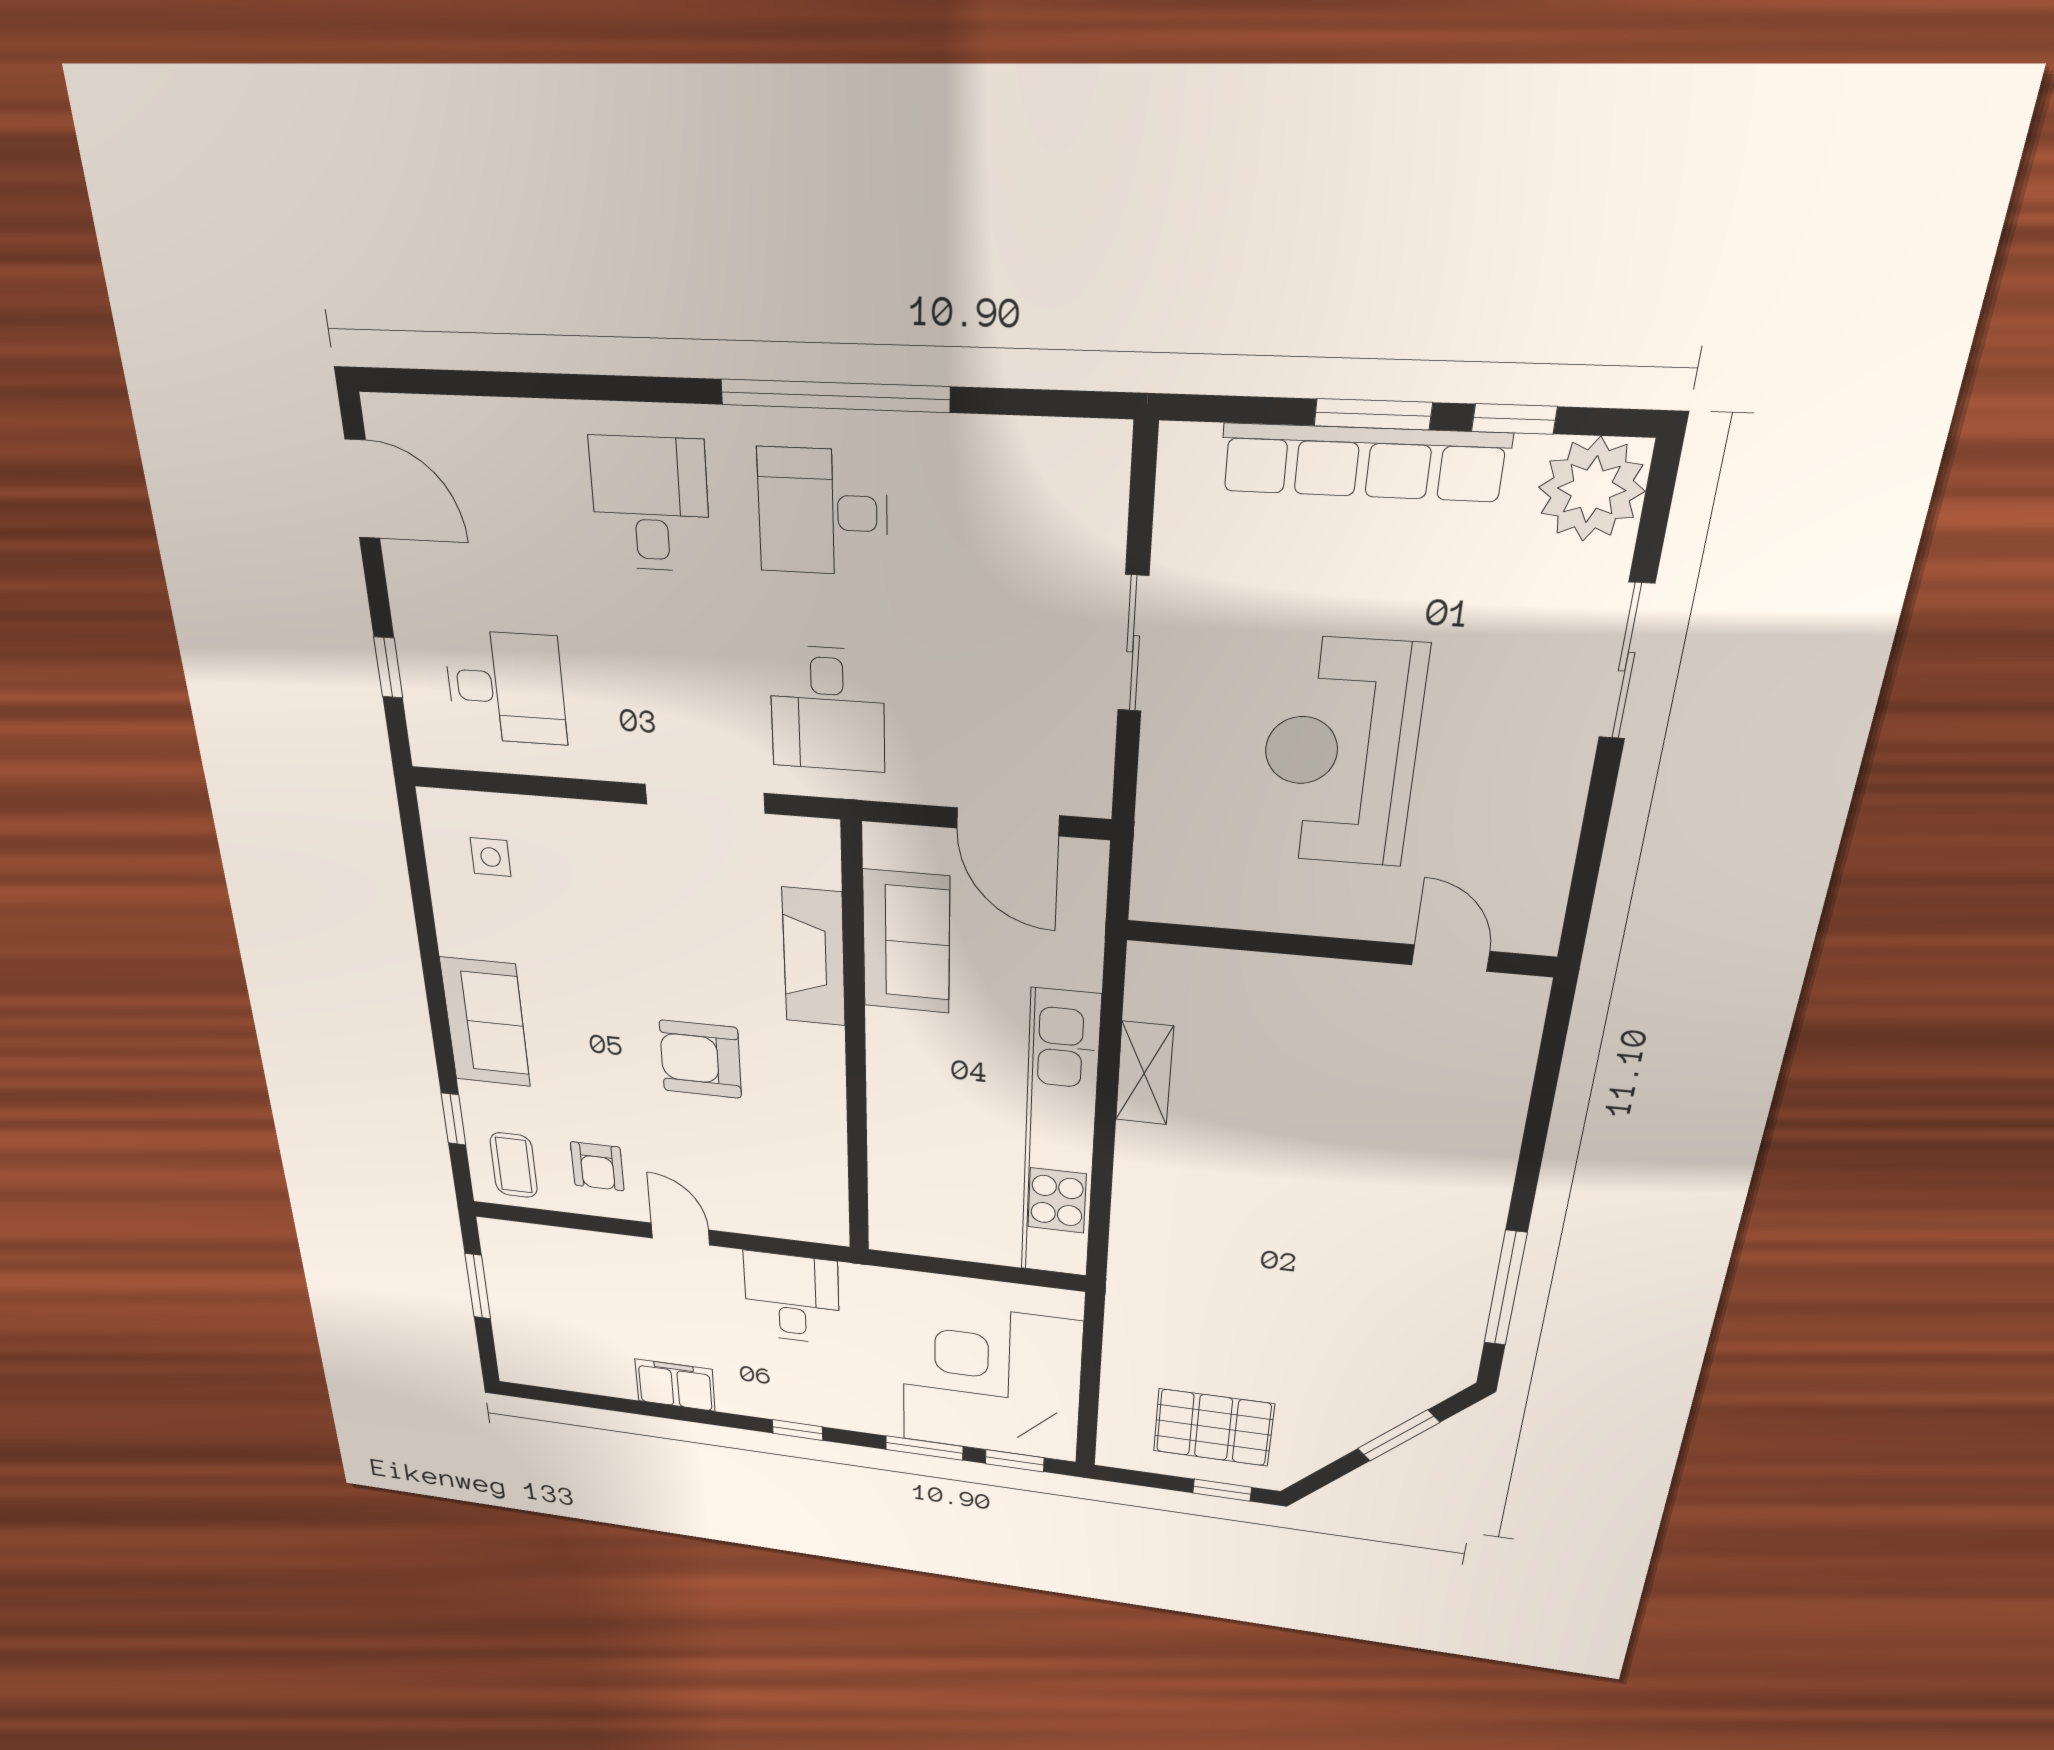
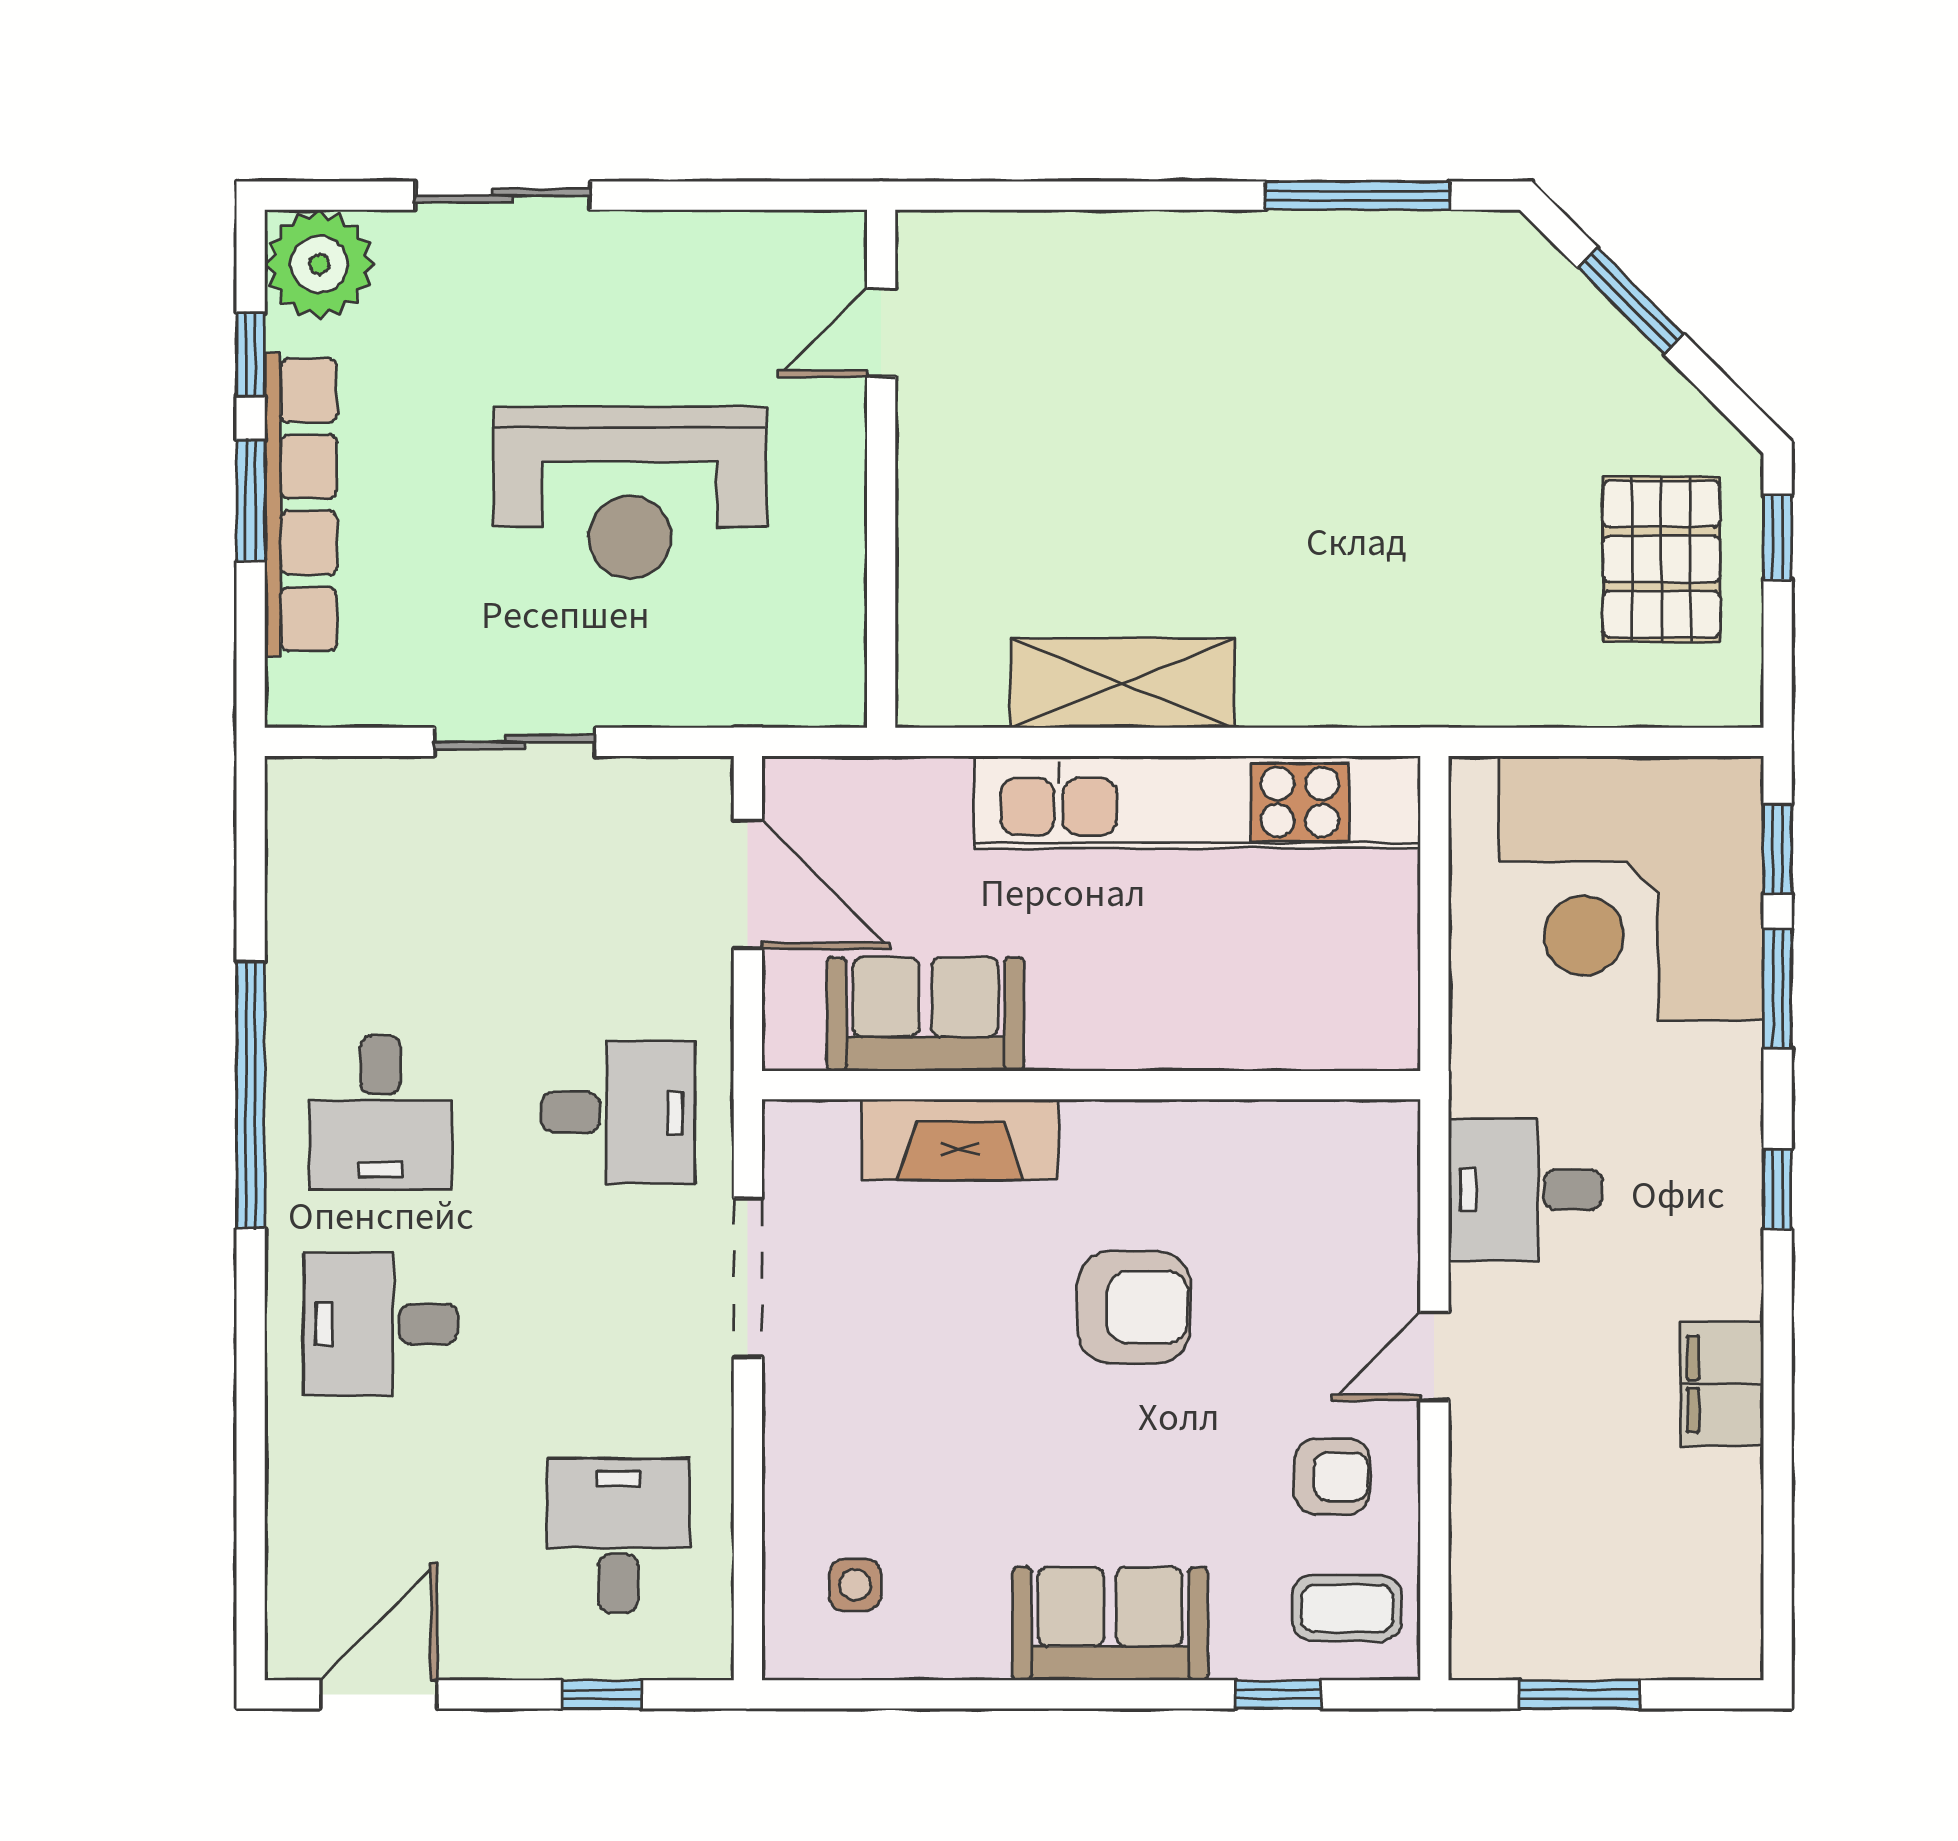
door: (1008, 822) -> (748, 884), hinge flipped
armchair: (700, 1059) -> (1134, 1307), turned -90
shelving: (1144, 1073) -> (1122, 683), width x1.50, depth x1.33

